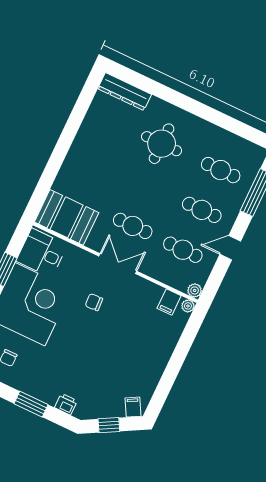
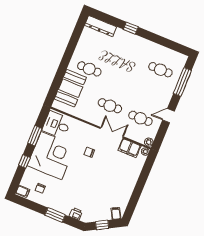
window: (175, 98) -> (131, 28), added
round table: (162, 144) -> (124, 56), removed
cafe table: (202, 210) -> (89, 69), moved
booth: (67, 217) -> (70, 88), moved, turned 90
double door: (118, 264) -> (112, 133), moved
filing cabinet: (169, 302) -> (129, 148), width x2.00

